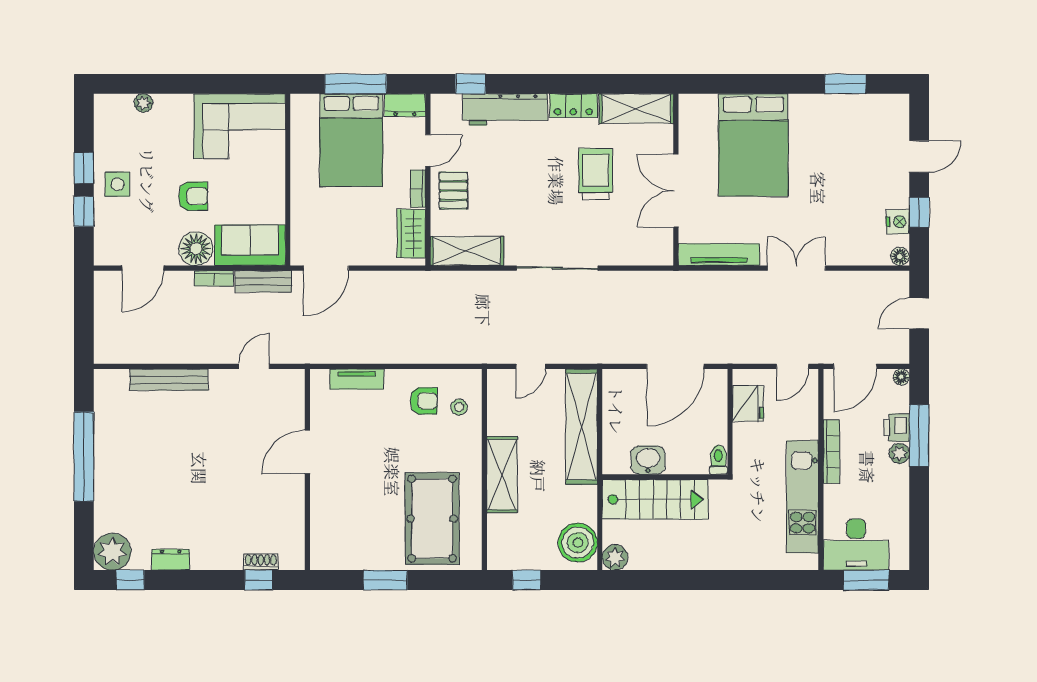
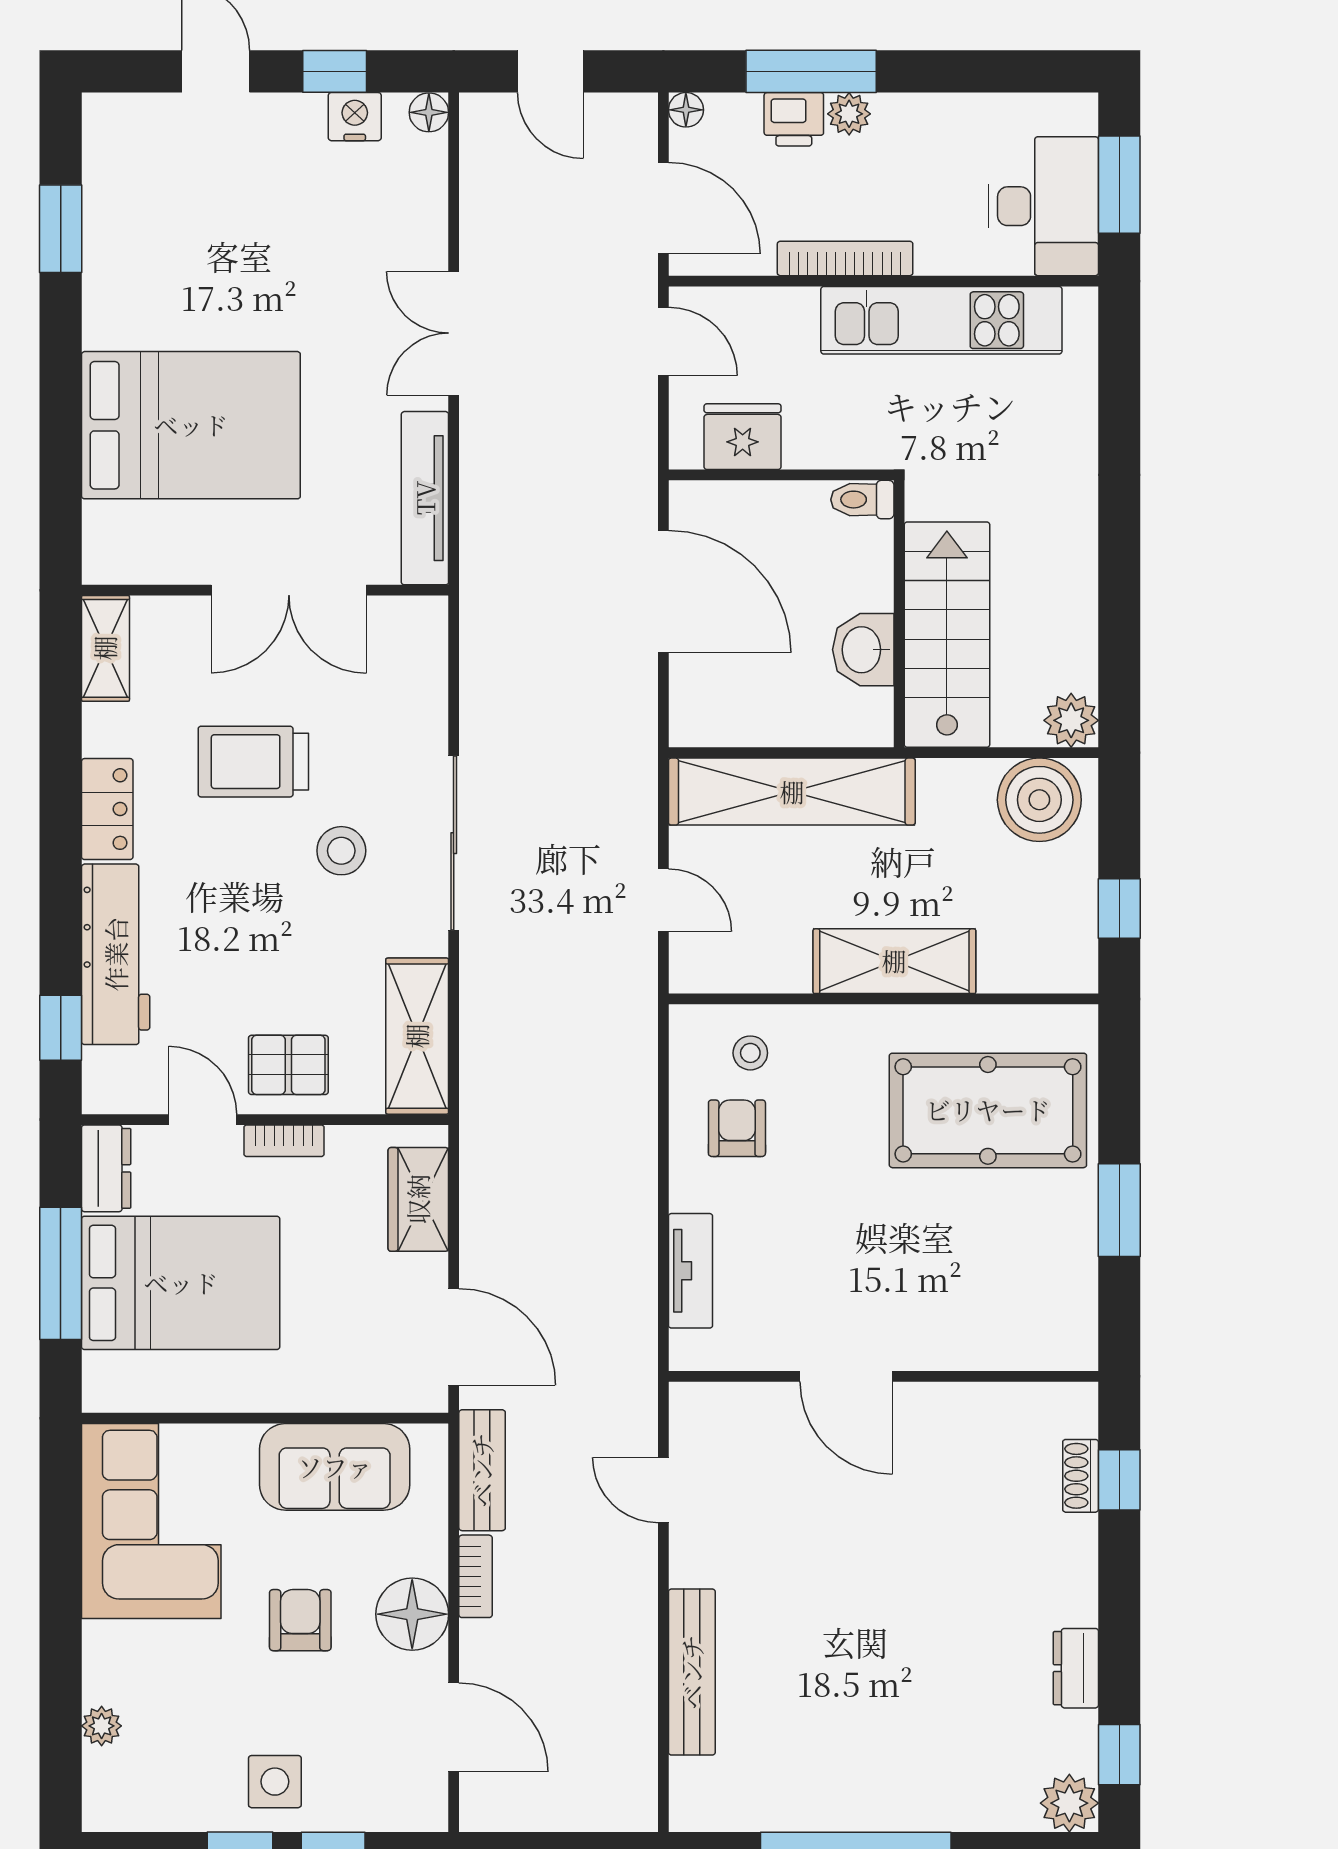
shelving: (636, 109) -> (105, 648), width x0.67, depth x0.75
stool: (554, 215) -> (341, 851), added
wardrobe: (411, 234) -> (418, 1199), moved, turned 90
sofa: (250, 245) -> (335, 1467), moved, turned -90
plant: (112, 552) -> (1069, 1803), width x0.73, depth x0.73

